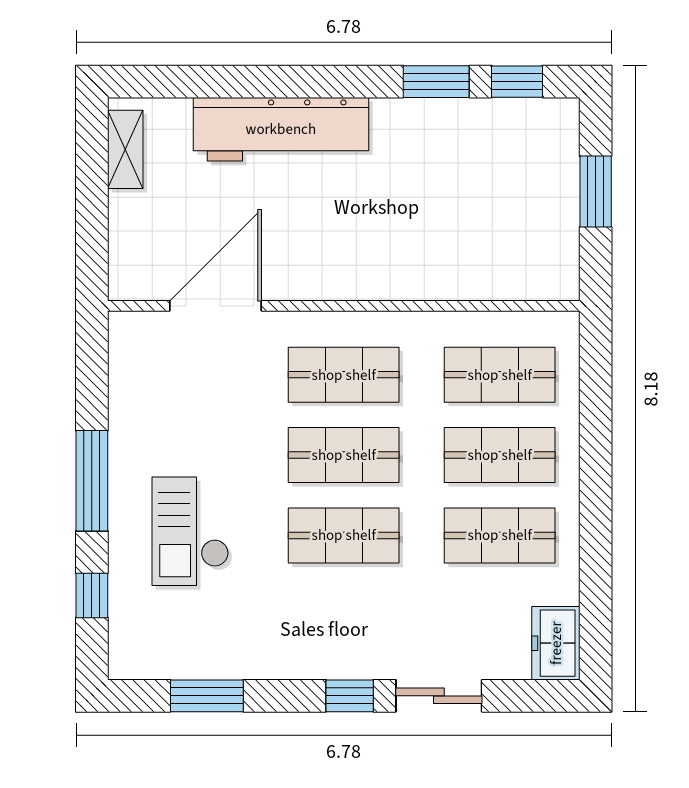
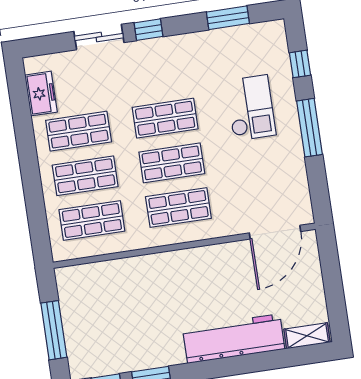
shelving: (125, 149) -> (307, 336), moved, turned 90
window: (596, 192) -> (54, 330), width x1.44
door: (216, 306) -> (275, 232), moved
freezer: (556, 643) -> (41, 94), moved

